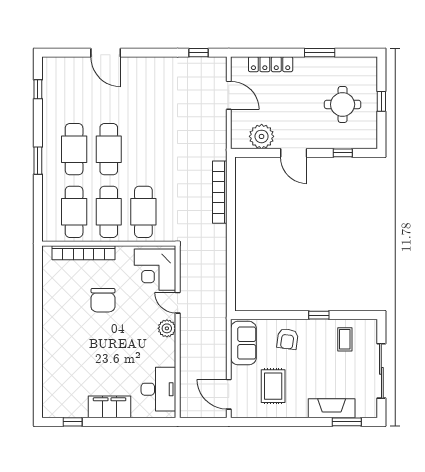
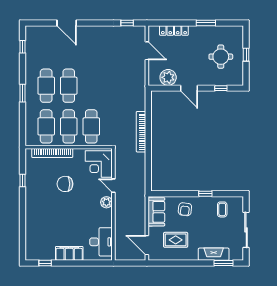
bookcase: (220, 192) -> (141, 132), moved
window: (38, 295) -> (23, 180), added
chair: (103, 300) -> (65, 184), turned 90
rug: (273, 386) -> (176, 240), turned 90

